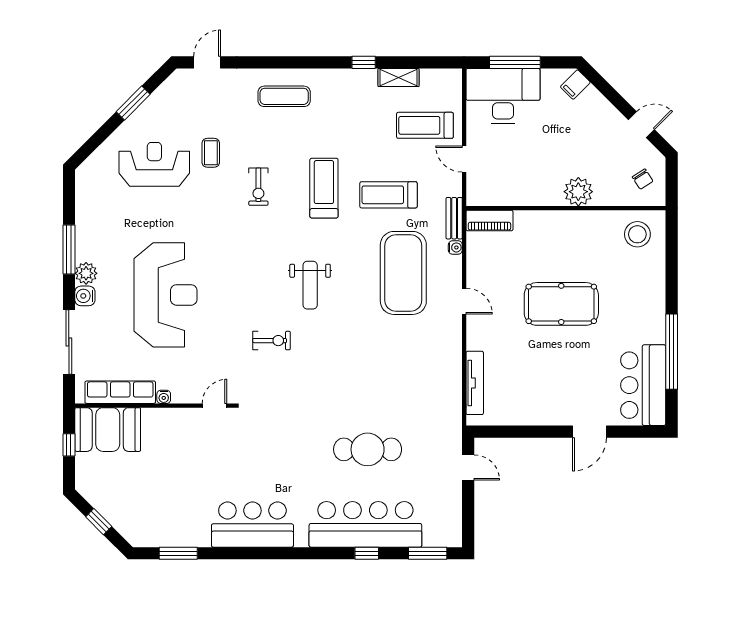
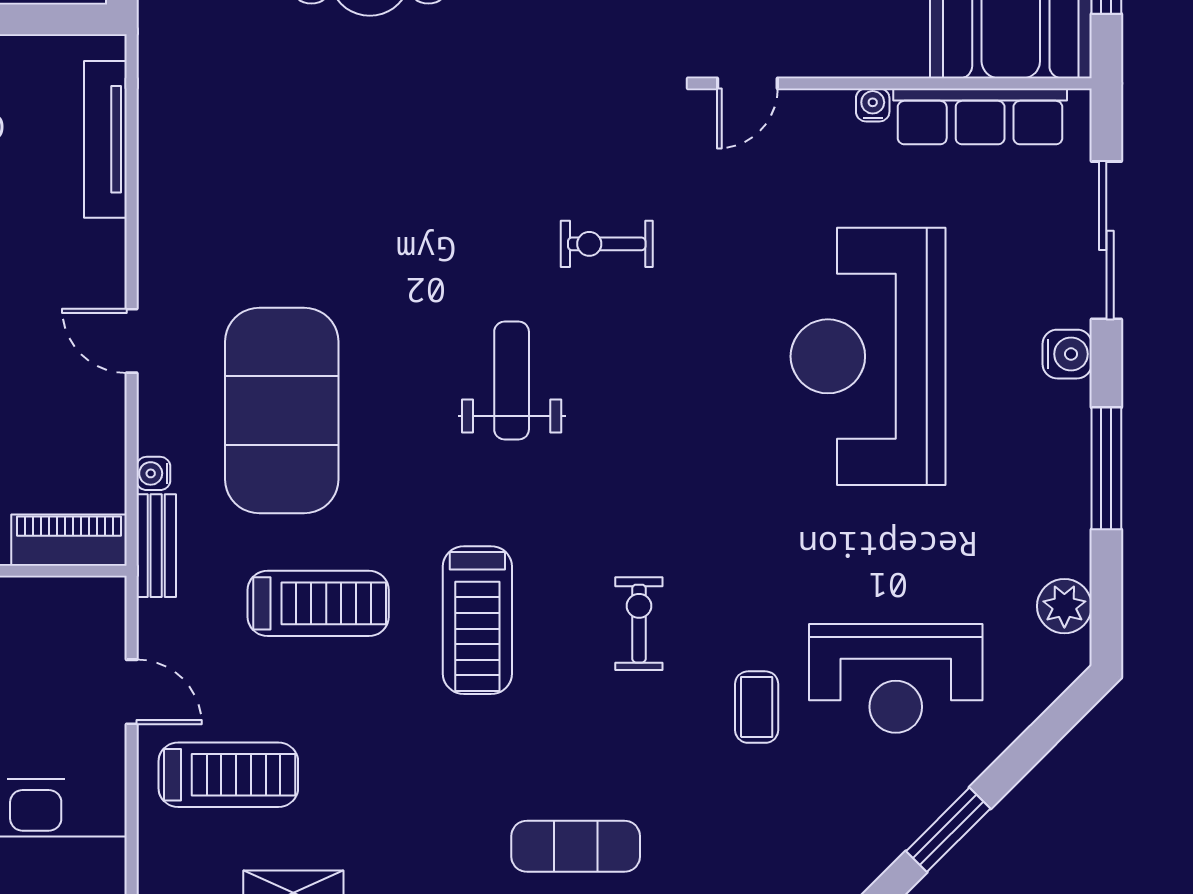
plant: (86, 273) -> (1064, 606), moved

